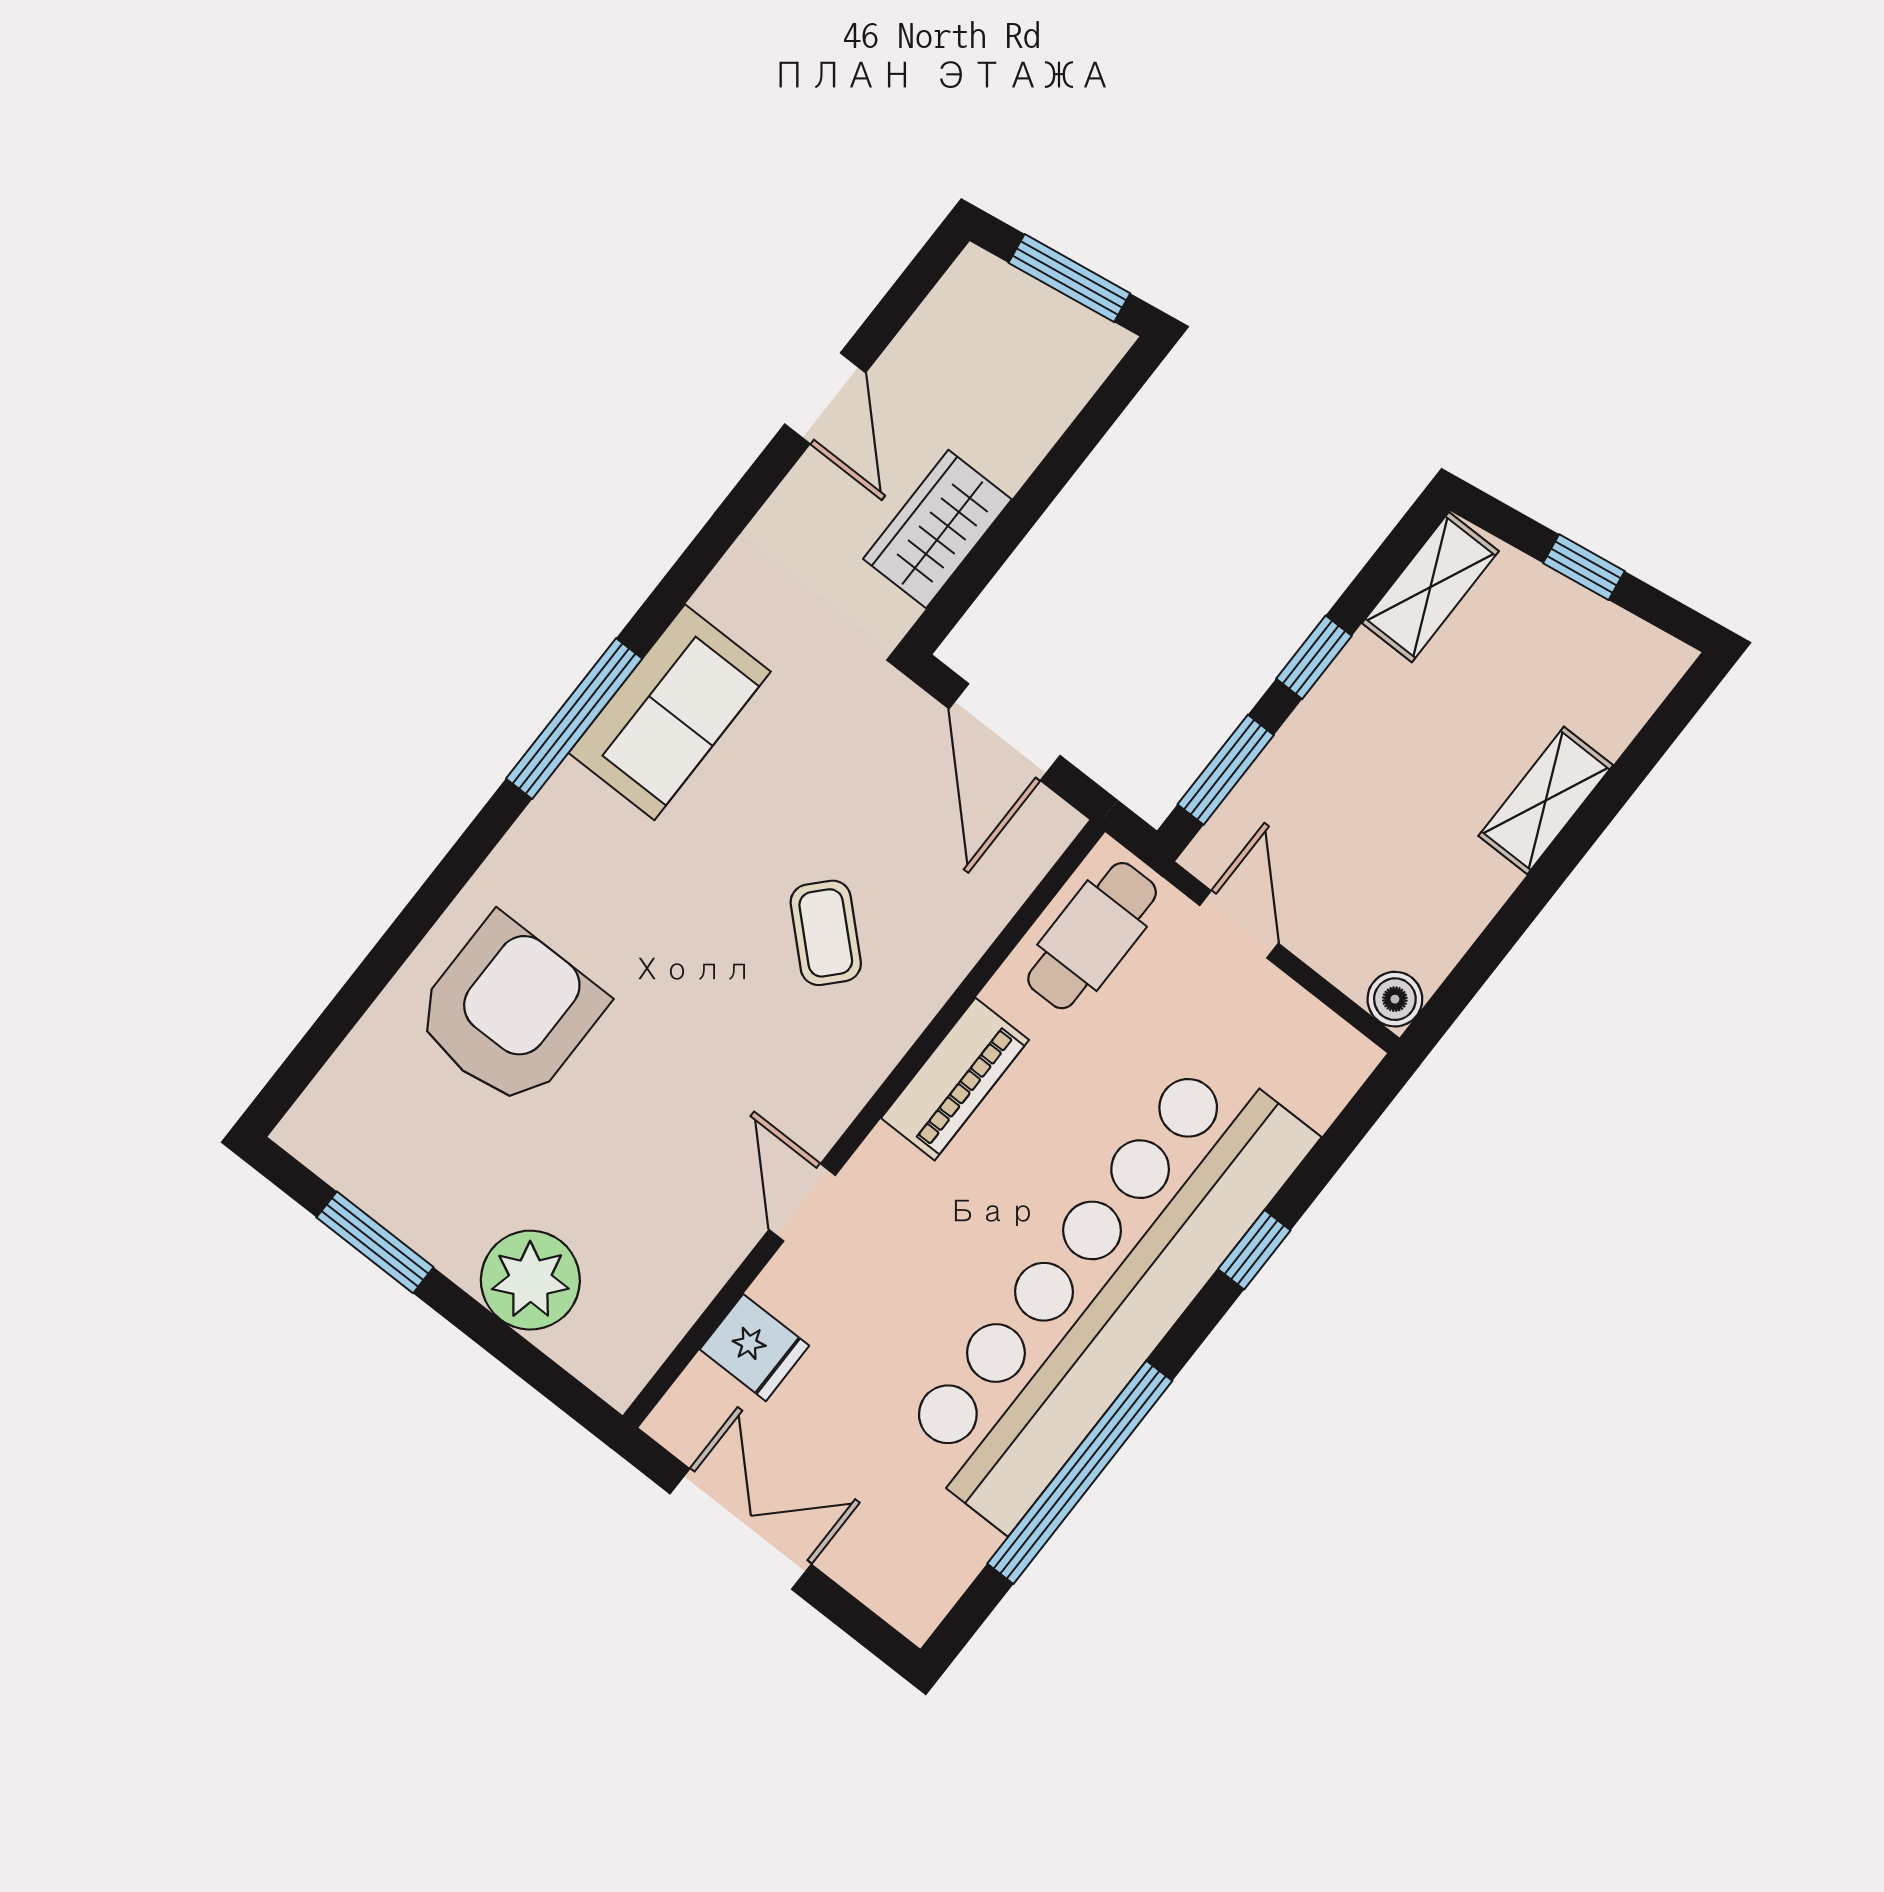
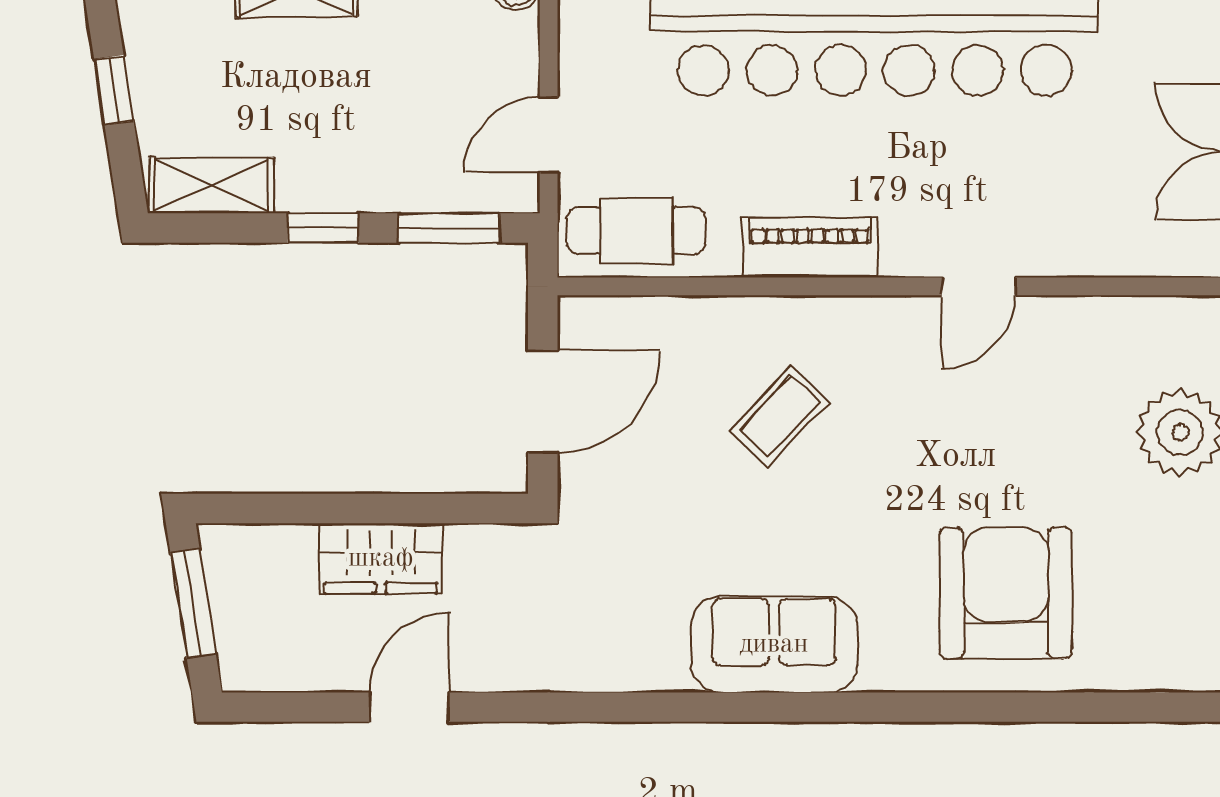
wardrobe: (937, 529) -> (381, 558), moved
sofa: (670, 712) -> (774, 644), moved
window: (574, 719) -> (767, 707), removed
armchair: (509, 1012) -> (1006, 593), turned 90
fridge: (754, 1348) -> (1105, 241), removed

